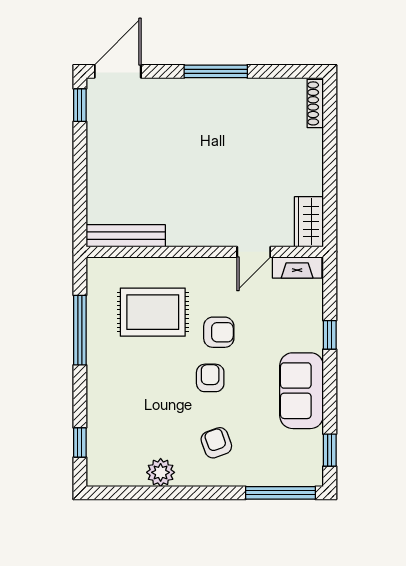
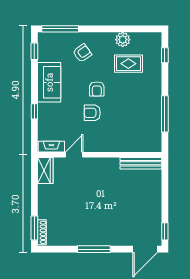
window: (330, 112) -> (34, 228), added
rug: (153, 312) -> (128, 64), moved, width x0.73, depth x0.70
armchair: (216, 443) -> (82, 53), moved, turned -105

